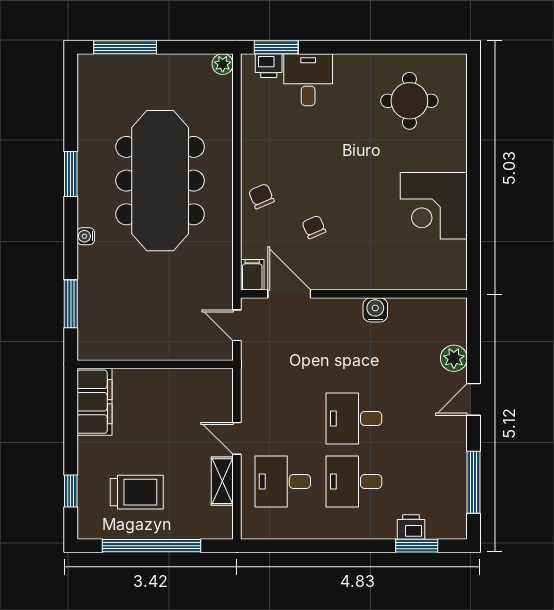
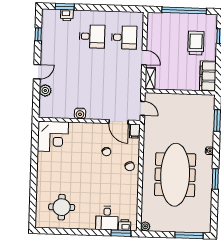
corner desk: (434, 206) -> (53, 137), moved, turned 90
desk: (354, 418) -> (91, 65), removed
shelving: (222, 481) -> (150, 78), moved
window: (473, 482) -> (38, 34), width x0.46
trolley: (137, 492) -> (196, 43), moved, turned 90

